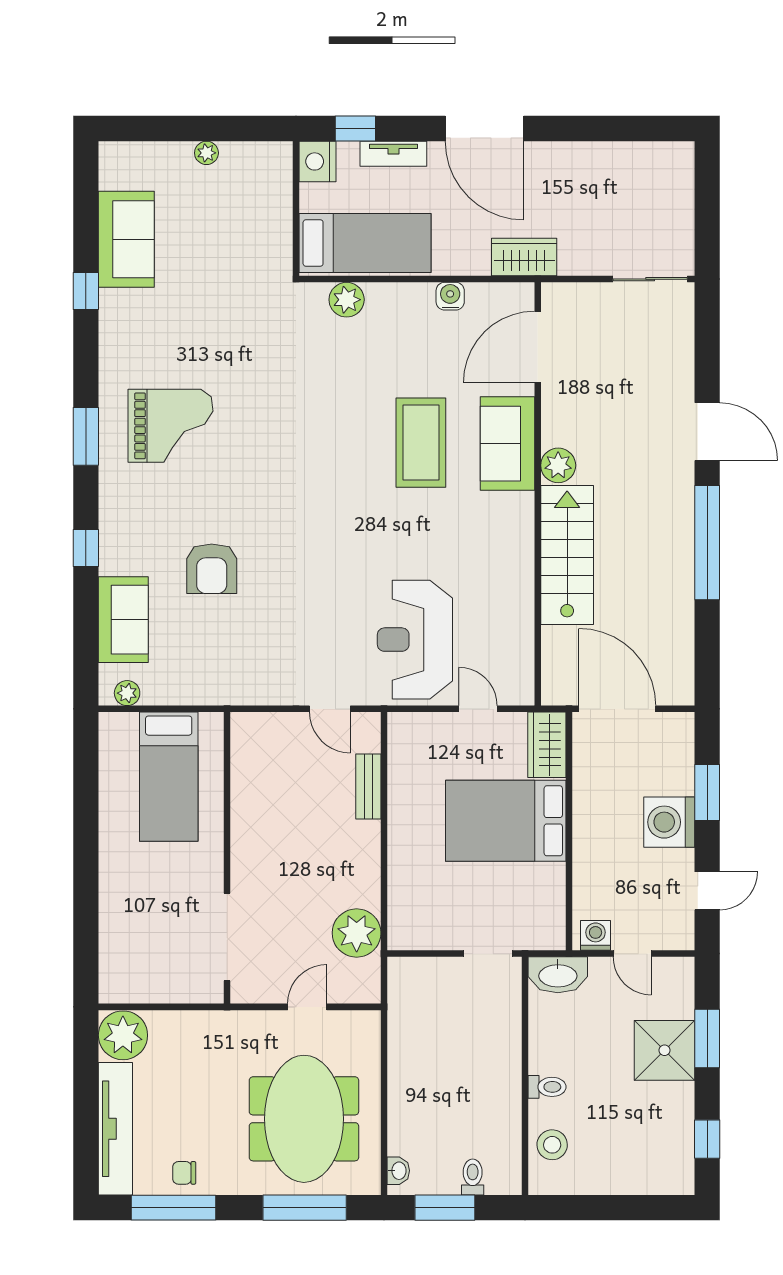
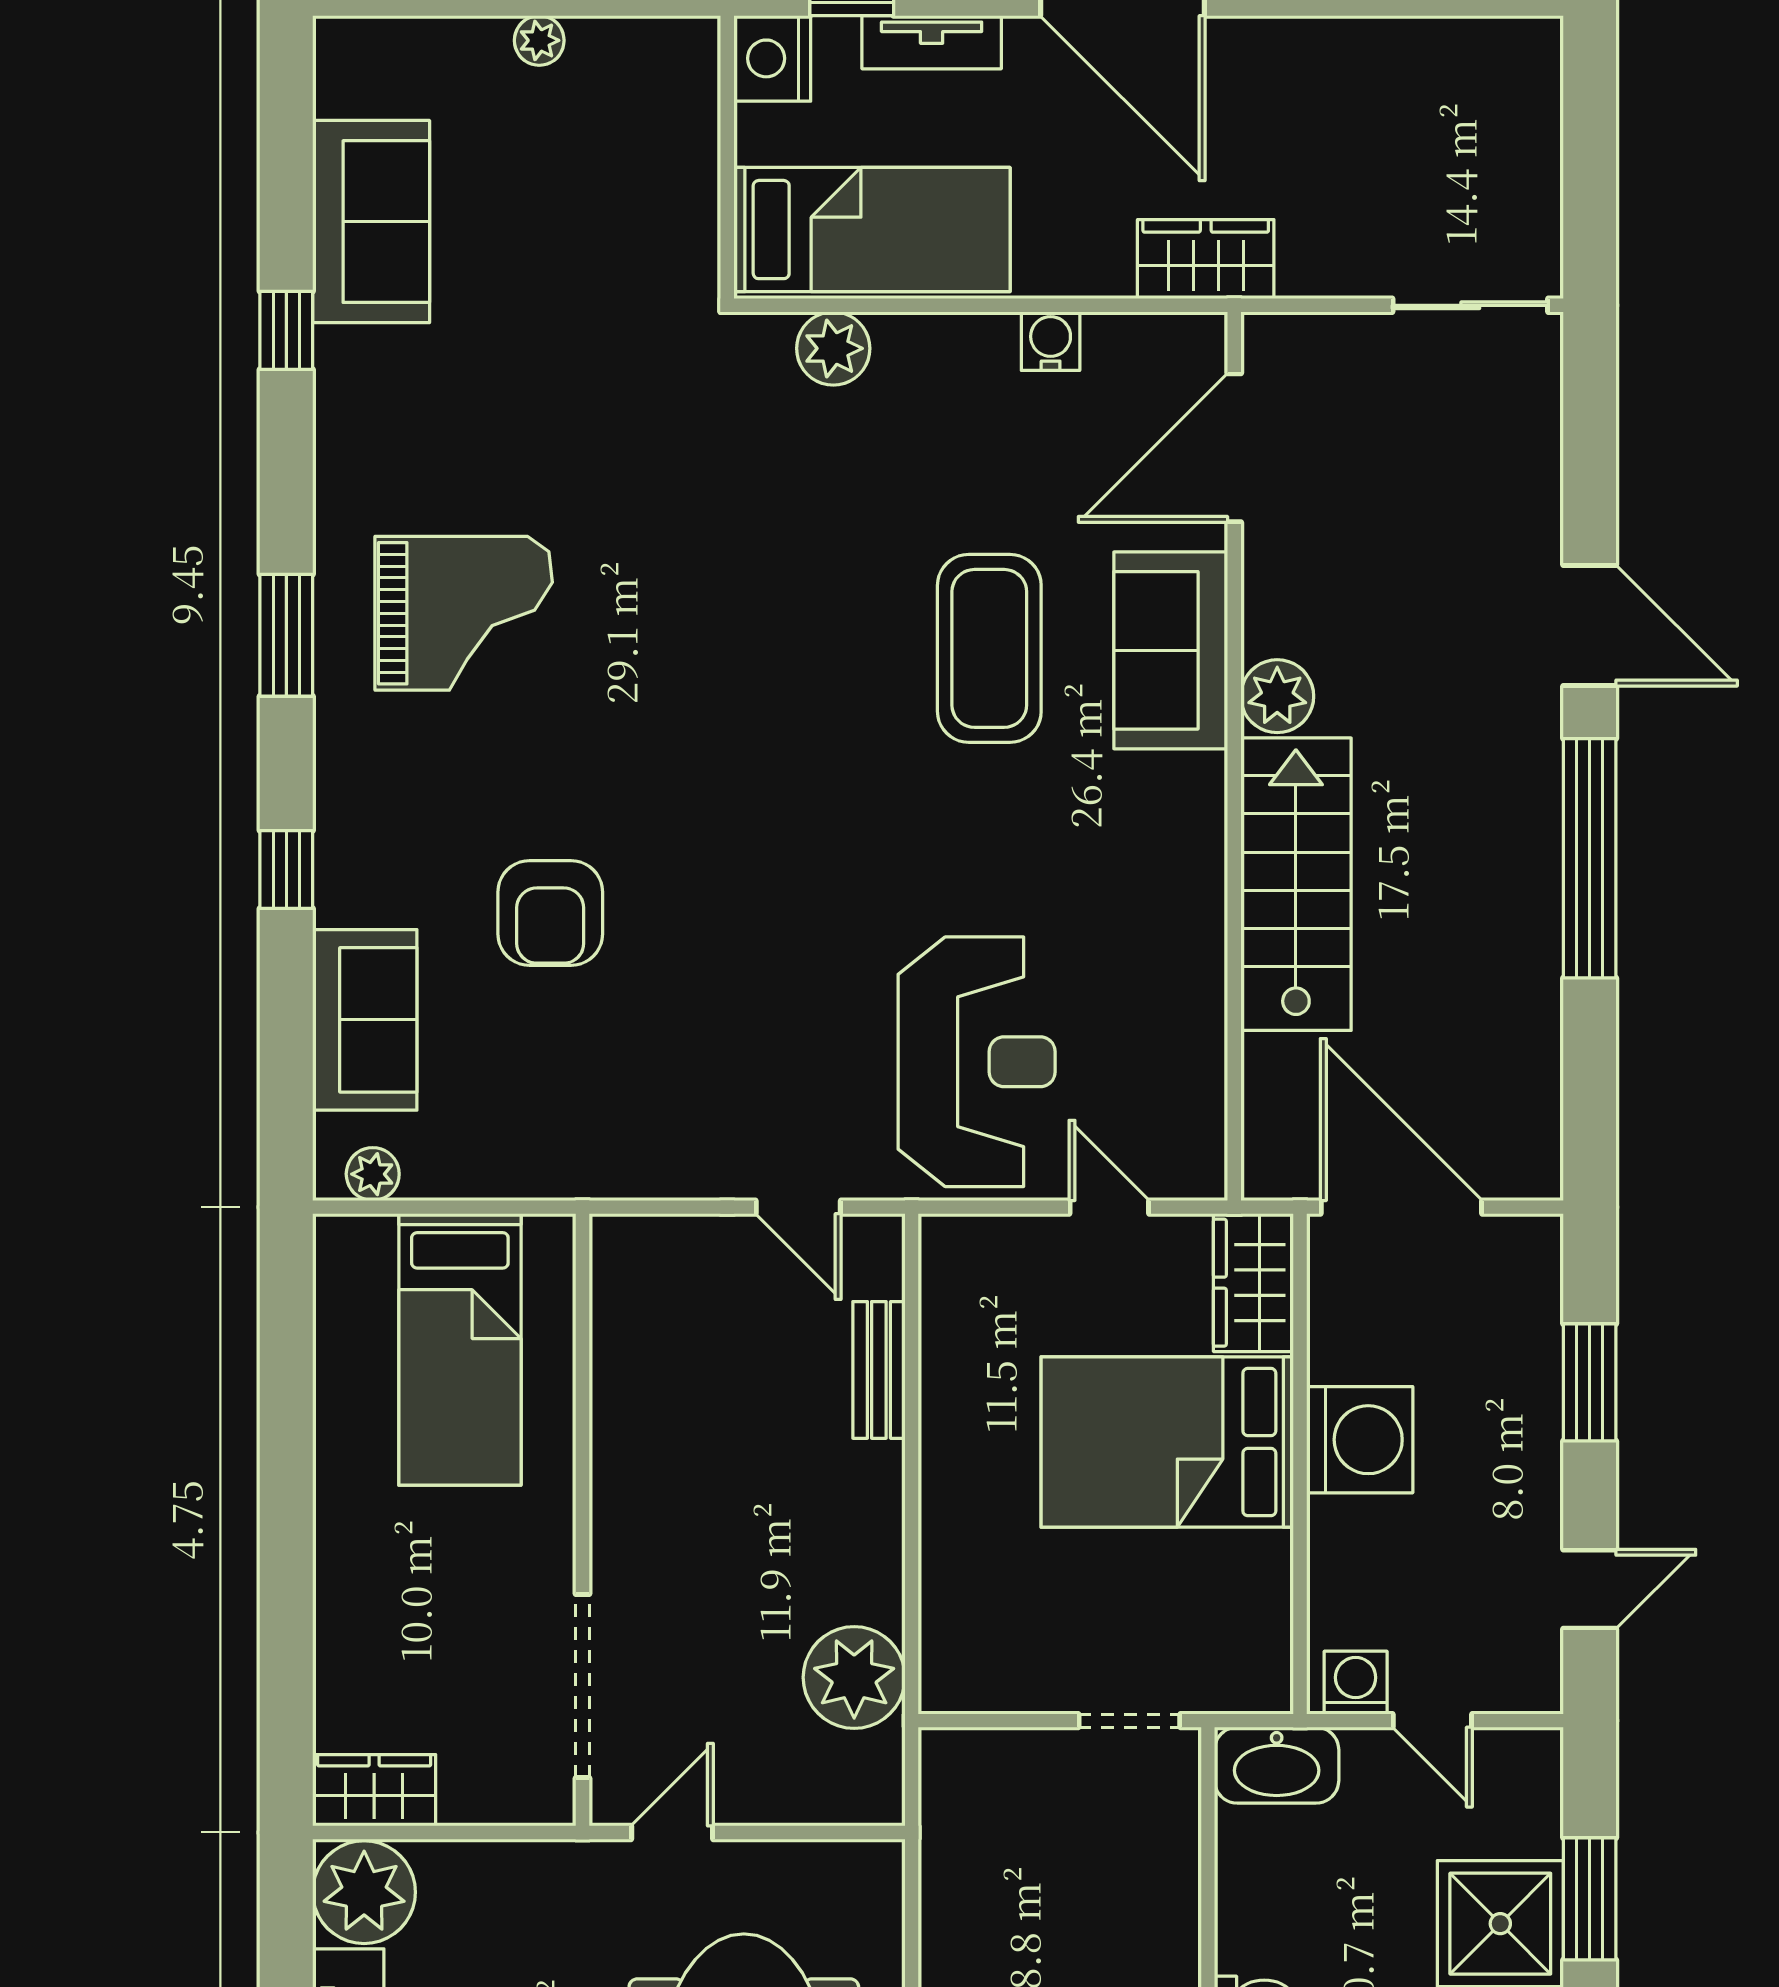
reception desk: (415, 640) -> (977, 1062), turned 180
washing machine: (669, 822) -> (1360, 1440), moved, turned 180
wardrobe: (128, 987) -> (374, 1790), added
door: (307, 1007) -> (672, 1832), moved

